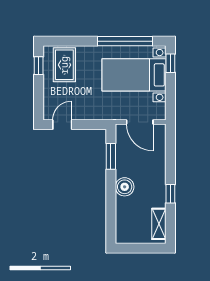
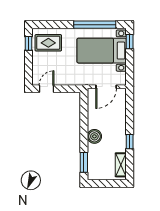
rug: (64, 65) -> (48, 43), turned 90
door: (140, 122) -> (106, 87), hinge flipped
window: (111, 156) -> (84, 162), moved

